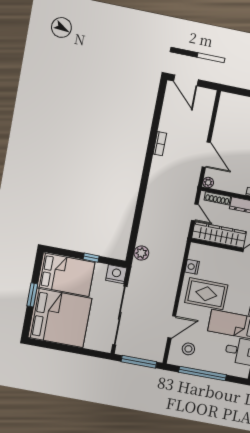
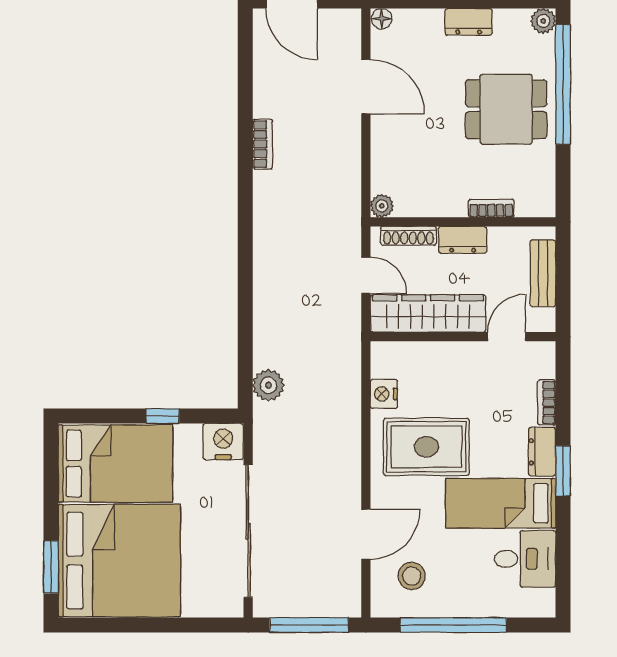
floor lamp: (225, 97) -> (382, 19), added
door: (206, 155) -> (366, 87), moved
window: (32, 295) -> (51, 567), moved

